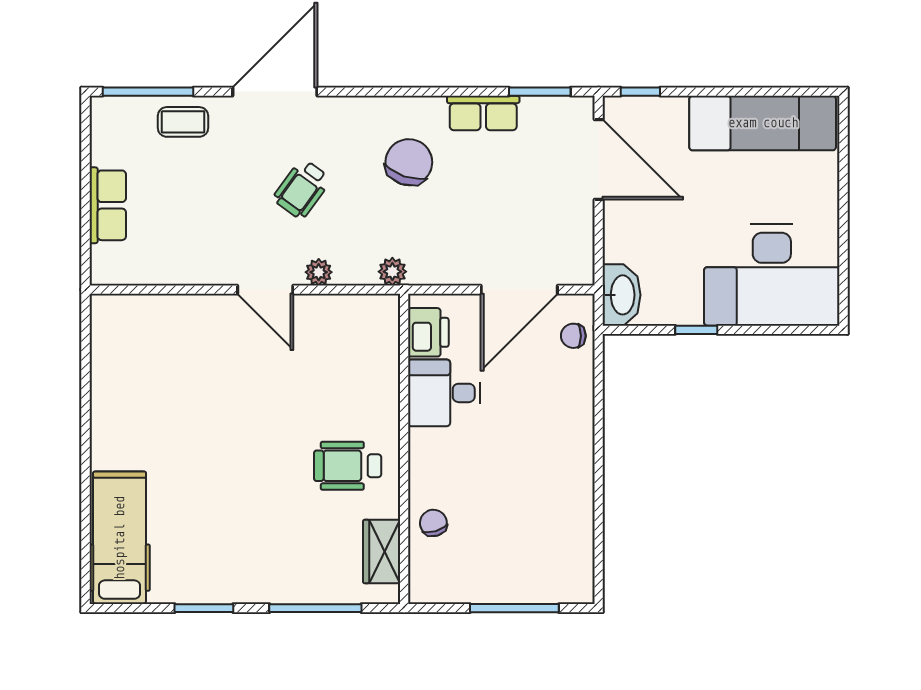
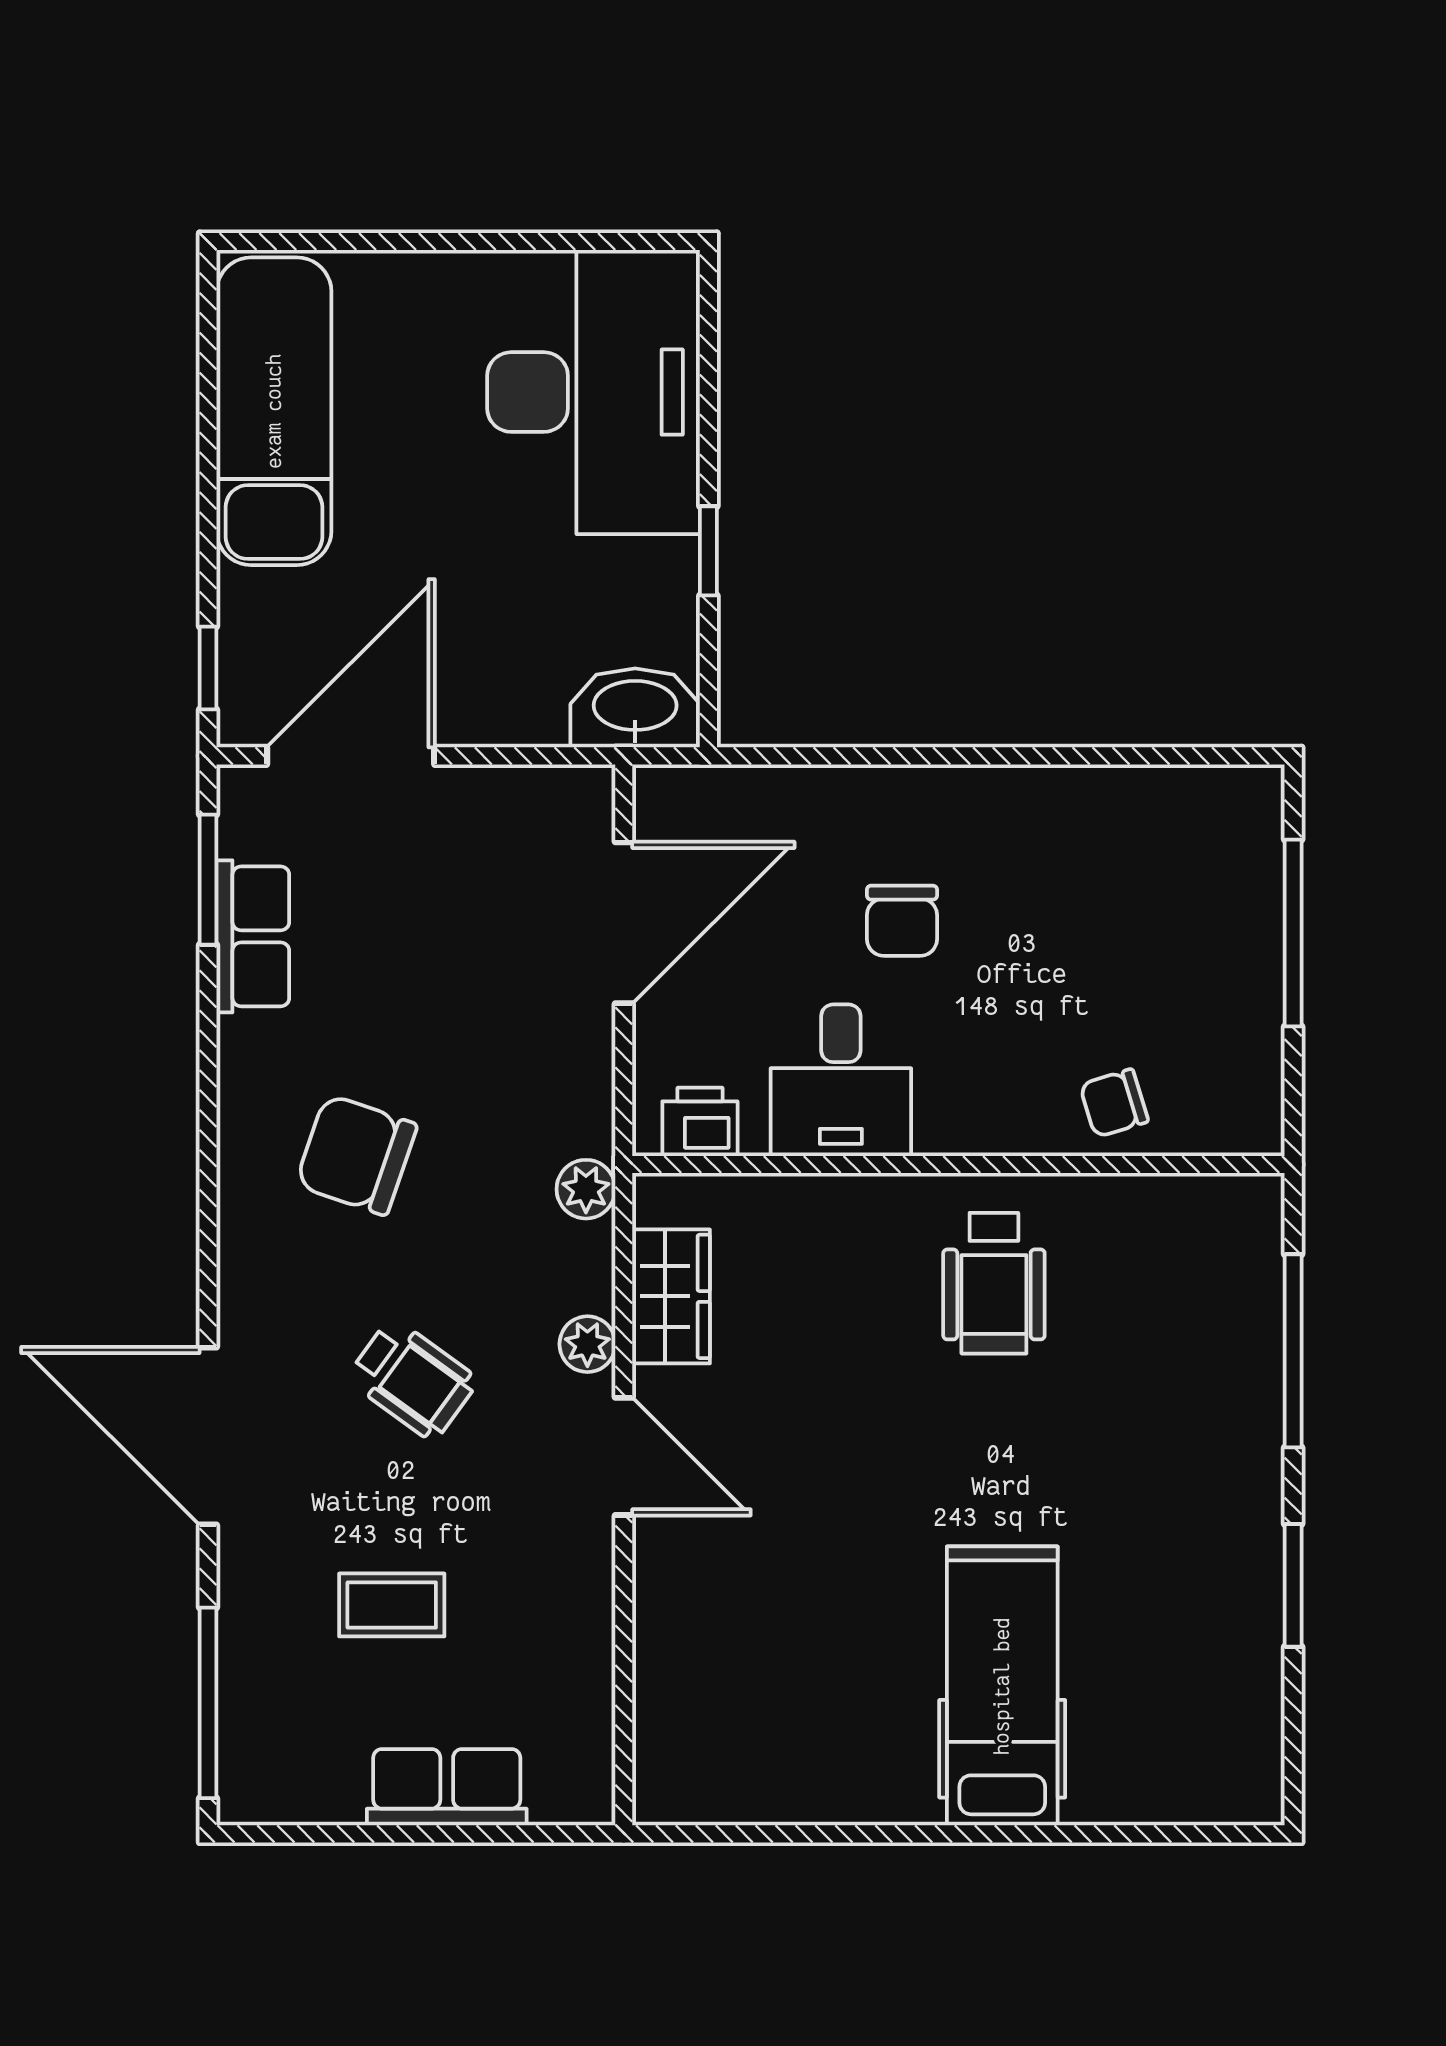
row of seats: (483, 113) -> (253, 936), moved
coffee table: (183, 122) -> (392, 1605), moved, turned 90
door: (265, 290) -> (624, 1456), hinge flipped
door: (519, 290) -> (624, 923), hinge flipped
printer: (428, 332) -> (700, 1122), width x0.73, depth x0.81
chair: (573, 336) -> (902, 921), moved, width x1.37, depth x1.37
hospital bed: (120, 538) -> (1002, 1686), moved, turned 90
wardrobe: (382, 551) -> (671, 1296), moved, turned -90

